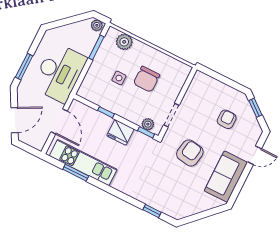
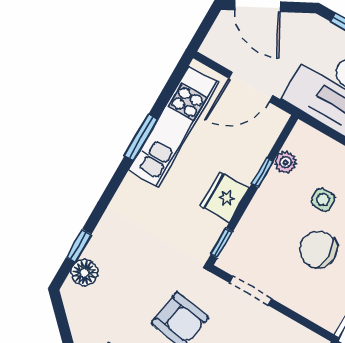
plant: (148, 124) -> (285, 162), moved
window: (76, 173) -> (141, 137), moved
floor lamp: (167, 207) -> (84, 273), added

